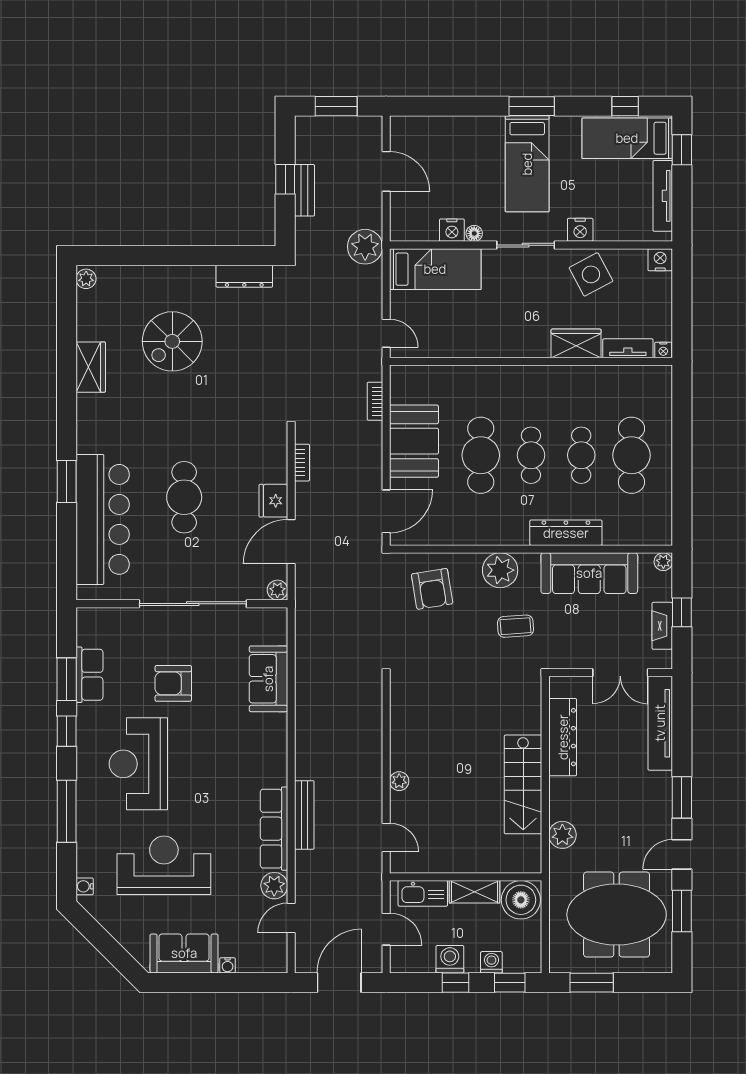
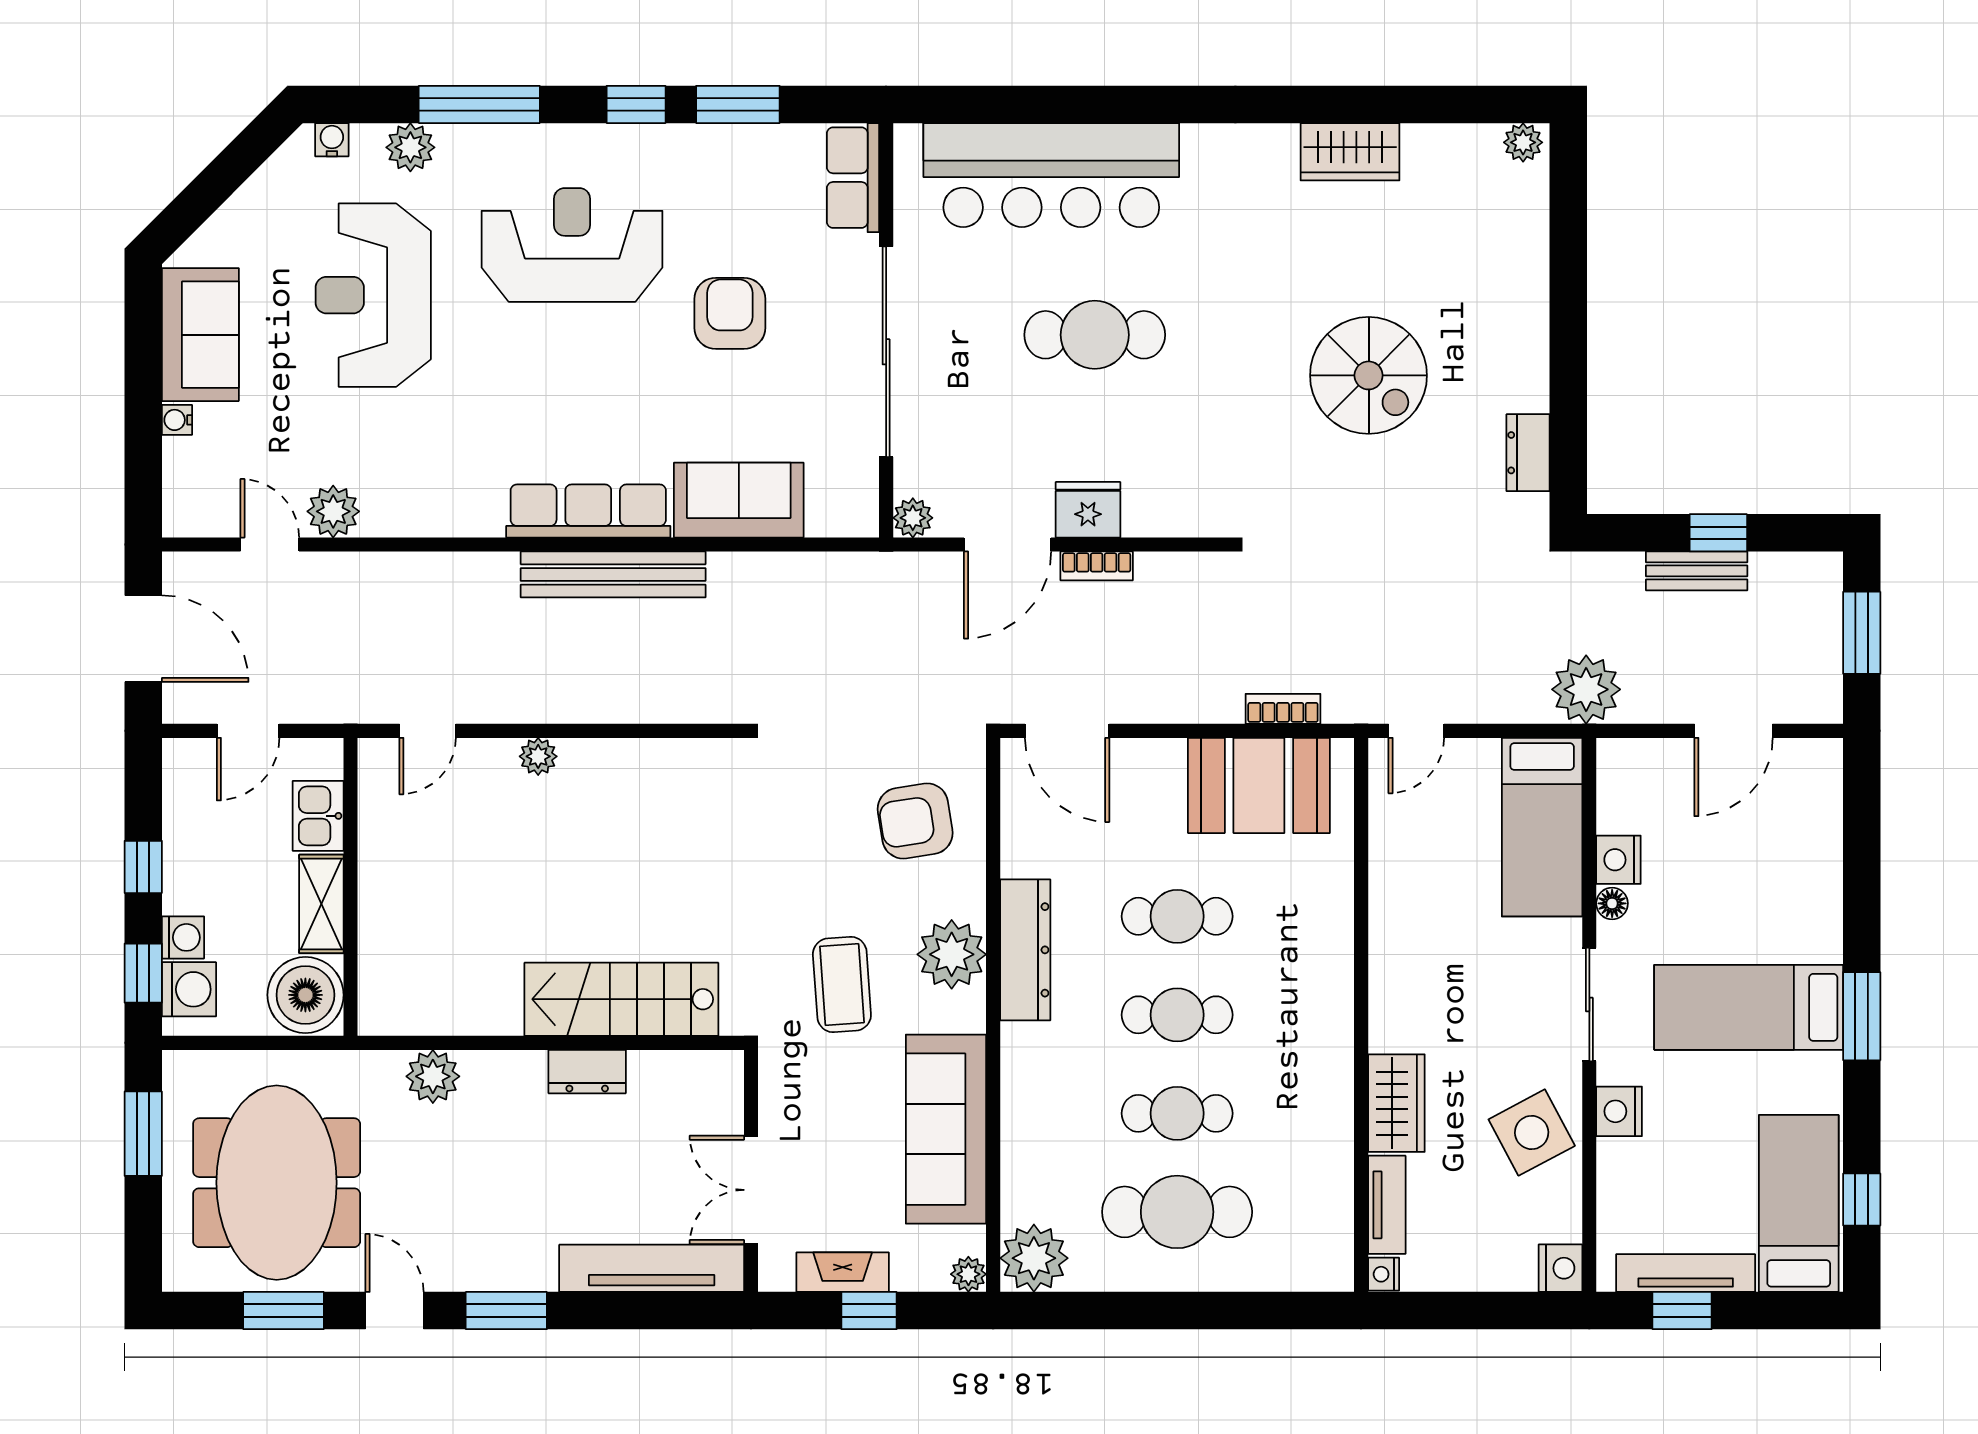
window: (682, 150) -> (1682, 1311), moved
dresser: (244, 276) -> (1528, 453), width x0.70
spiral stairs: (172, 341) -> (1369, 375), moved, turned 180
booth: (414, 441) -> (1259, 785), moved
cafe table: (481, 455) -> (1177, 916), width x0.73, depth x0.74
bookcase: (302, 463) -> (1097, 566), moved
window: (67, 481) -> (1126, 104), removed
plant: (655, 528) -> (1034, 1258), added
dresser: (566, 533) -> (1025, 950), moved
door: (291, 542) -> (1008, 544), swing flipped
coffee table: (515, 626) -> (842, 984), width x1.36, depth x1.30
row of seats: (89, 675) -> (853, 178), moved, turned 90
dresser: (563, 737) -> (587, 1072), width x0.51, depth x0.80
stairs: (523, 784) -> (621, 999), moved
bench: (304, 815) -> (613, 574), moved, width x1.37, depth x1.21
row of seats: (274, 829) -> (588, 511), moved
plant: (89, 846) -> (410, 147), added
reception desk: (164, 865) -> (373, 295), turned 180
kitchen sink: (423, 893) -> (318, 816), width x0.73
washing machine: (450, 959) -> (189, 989), moved

